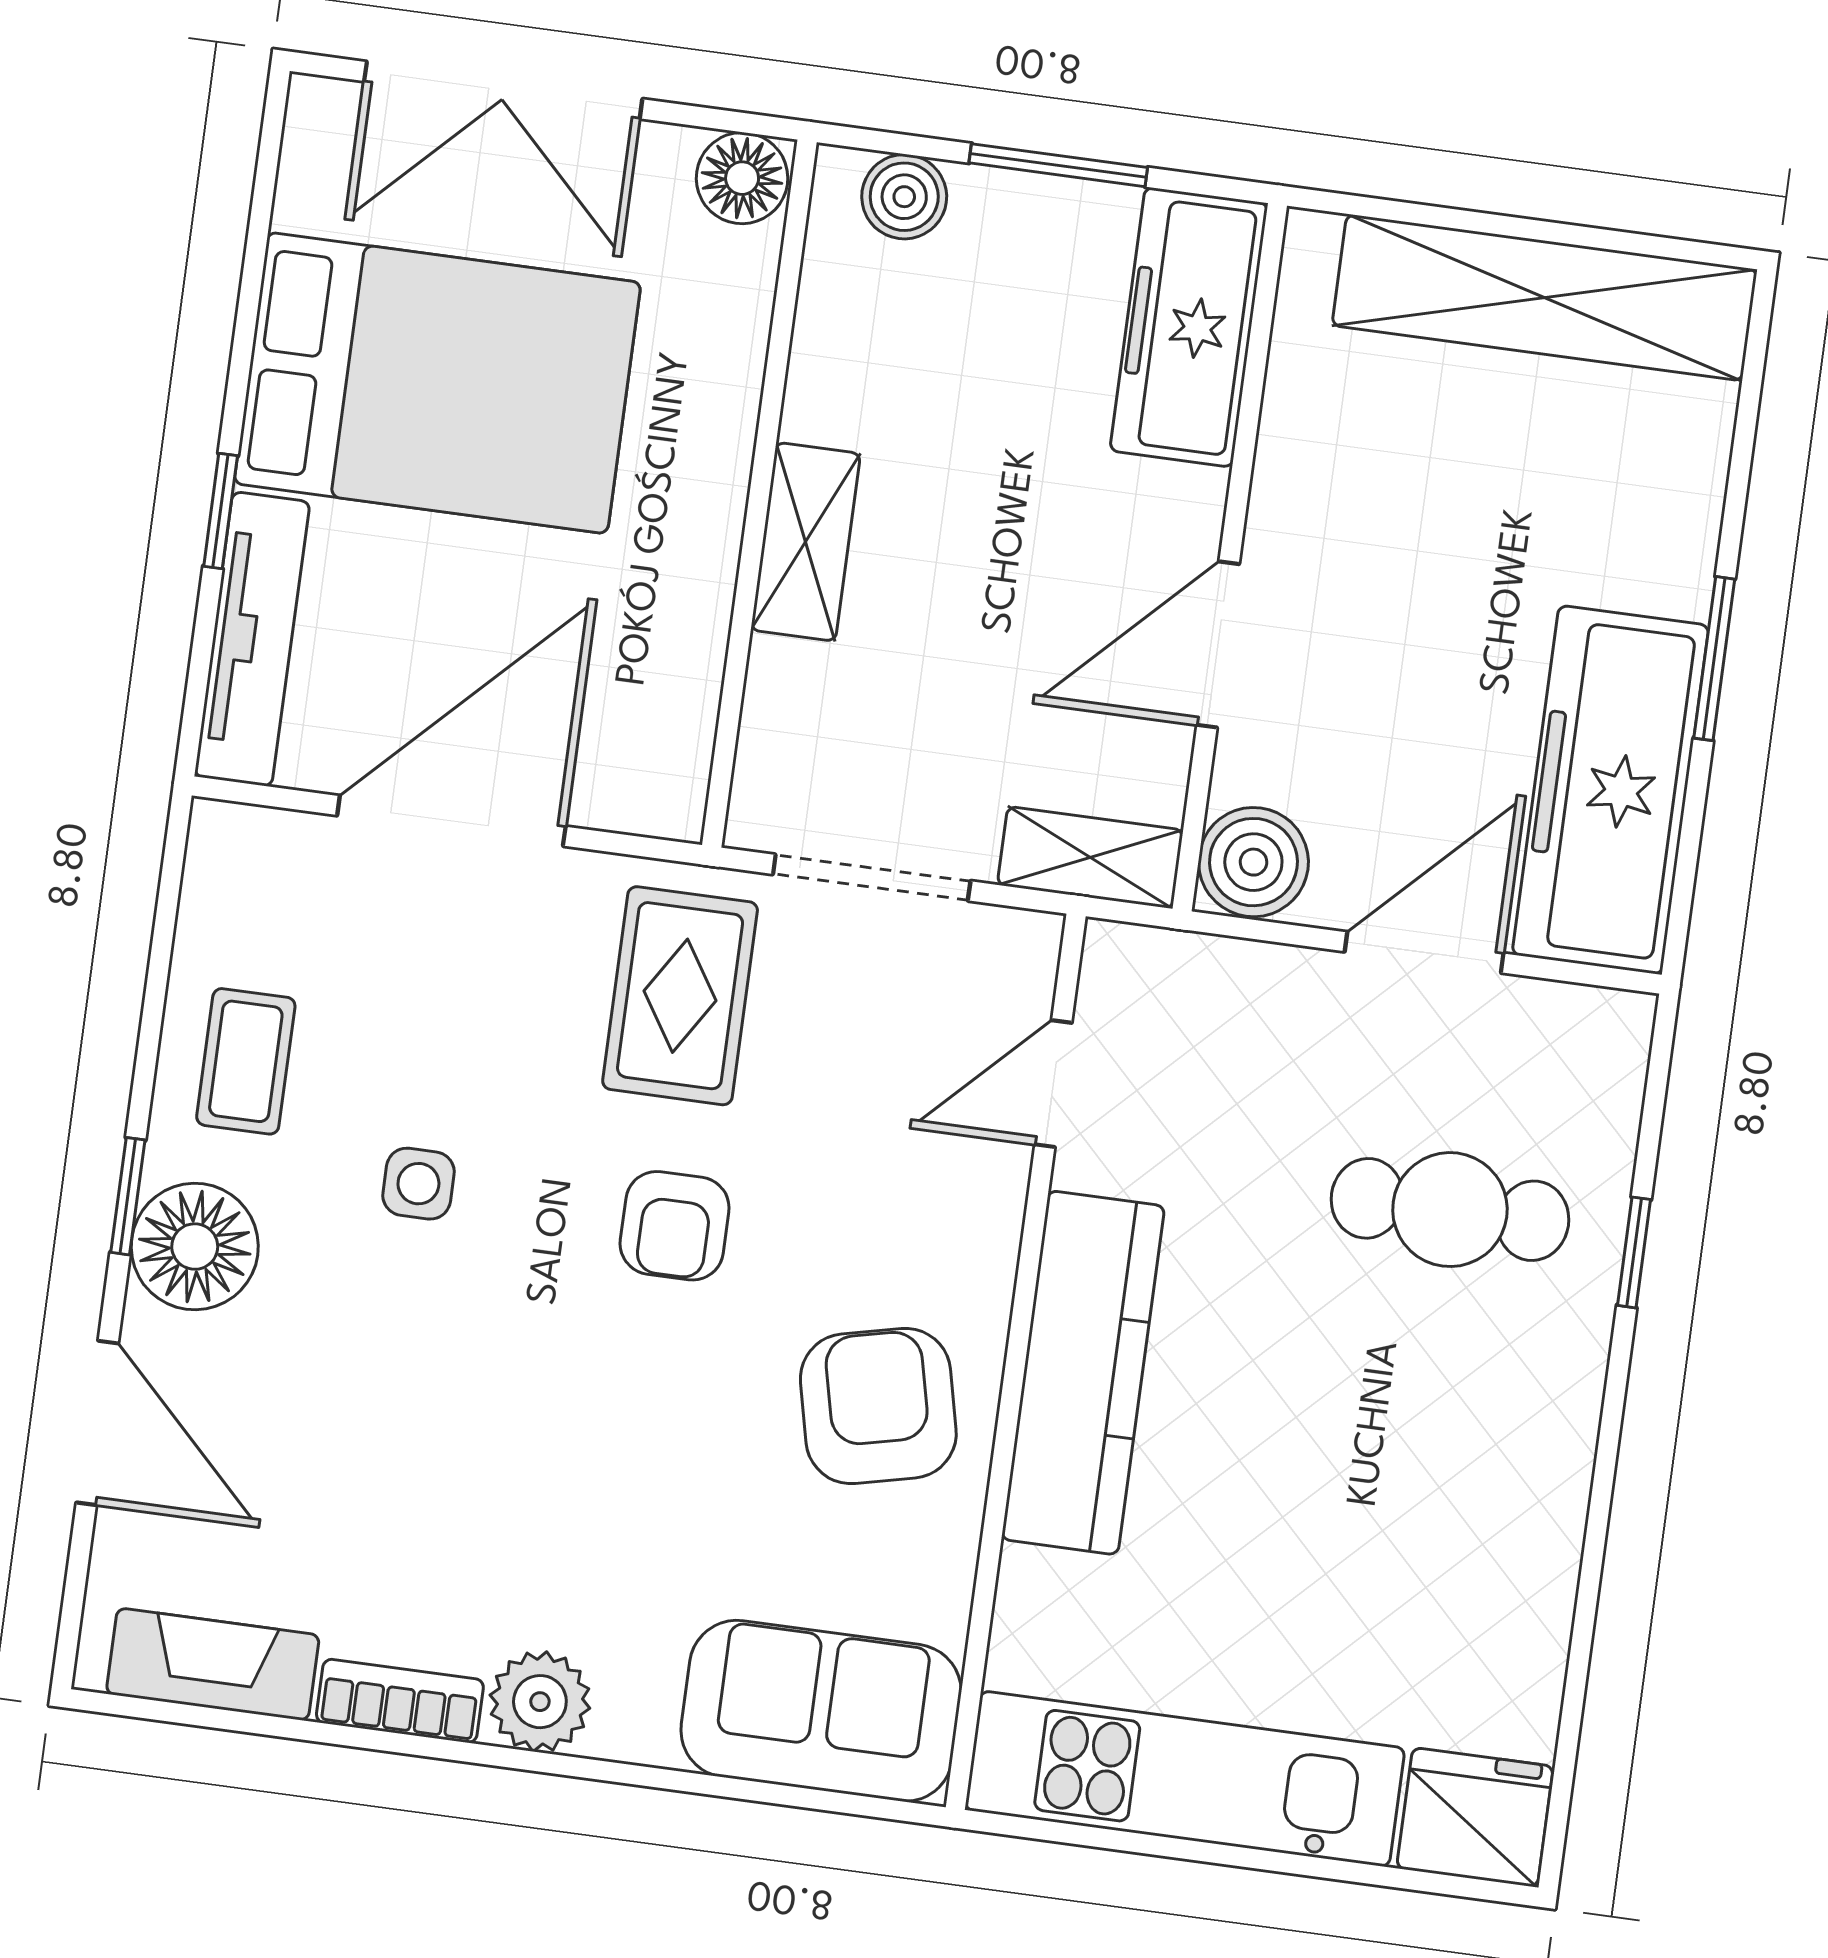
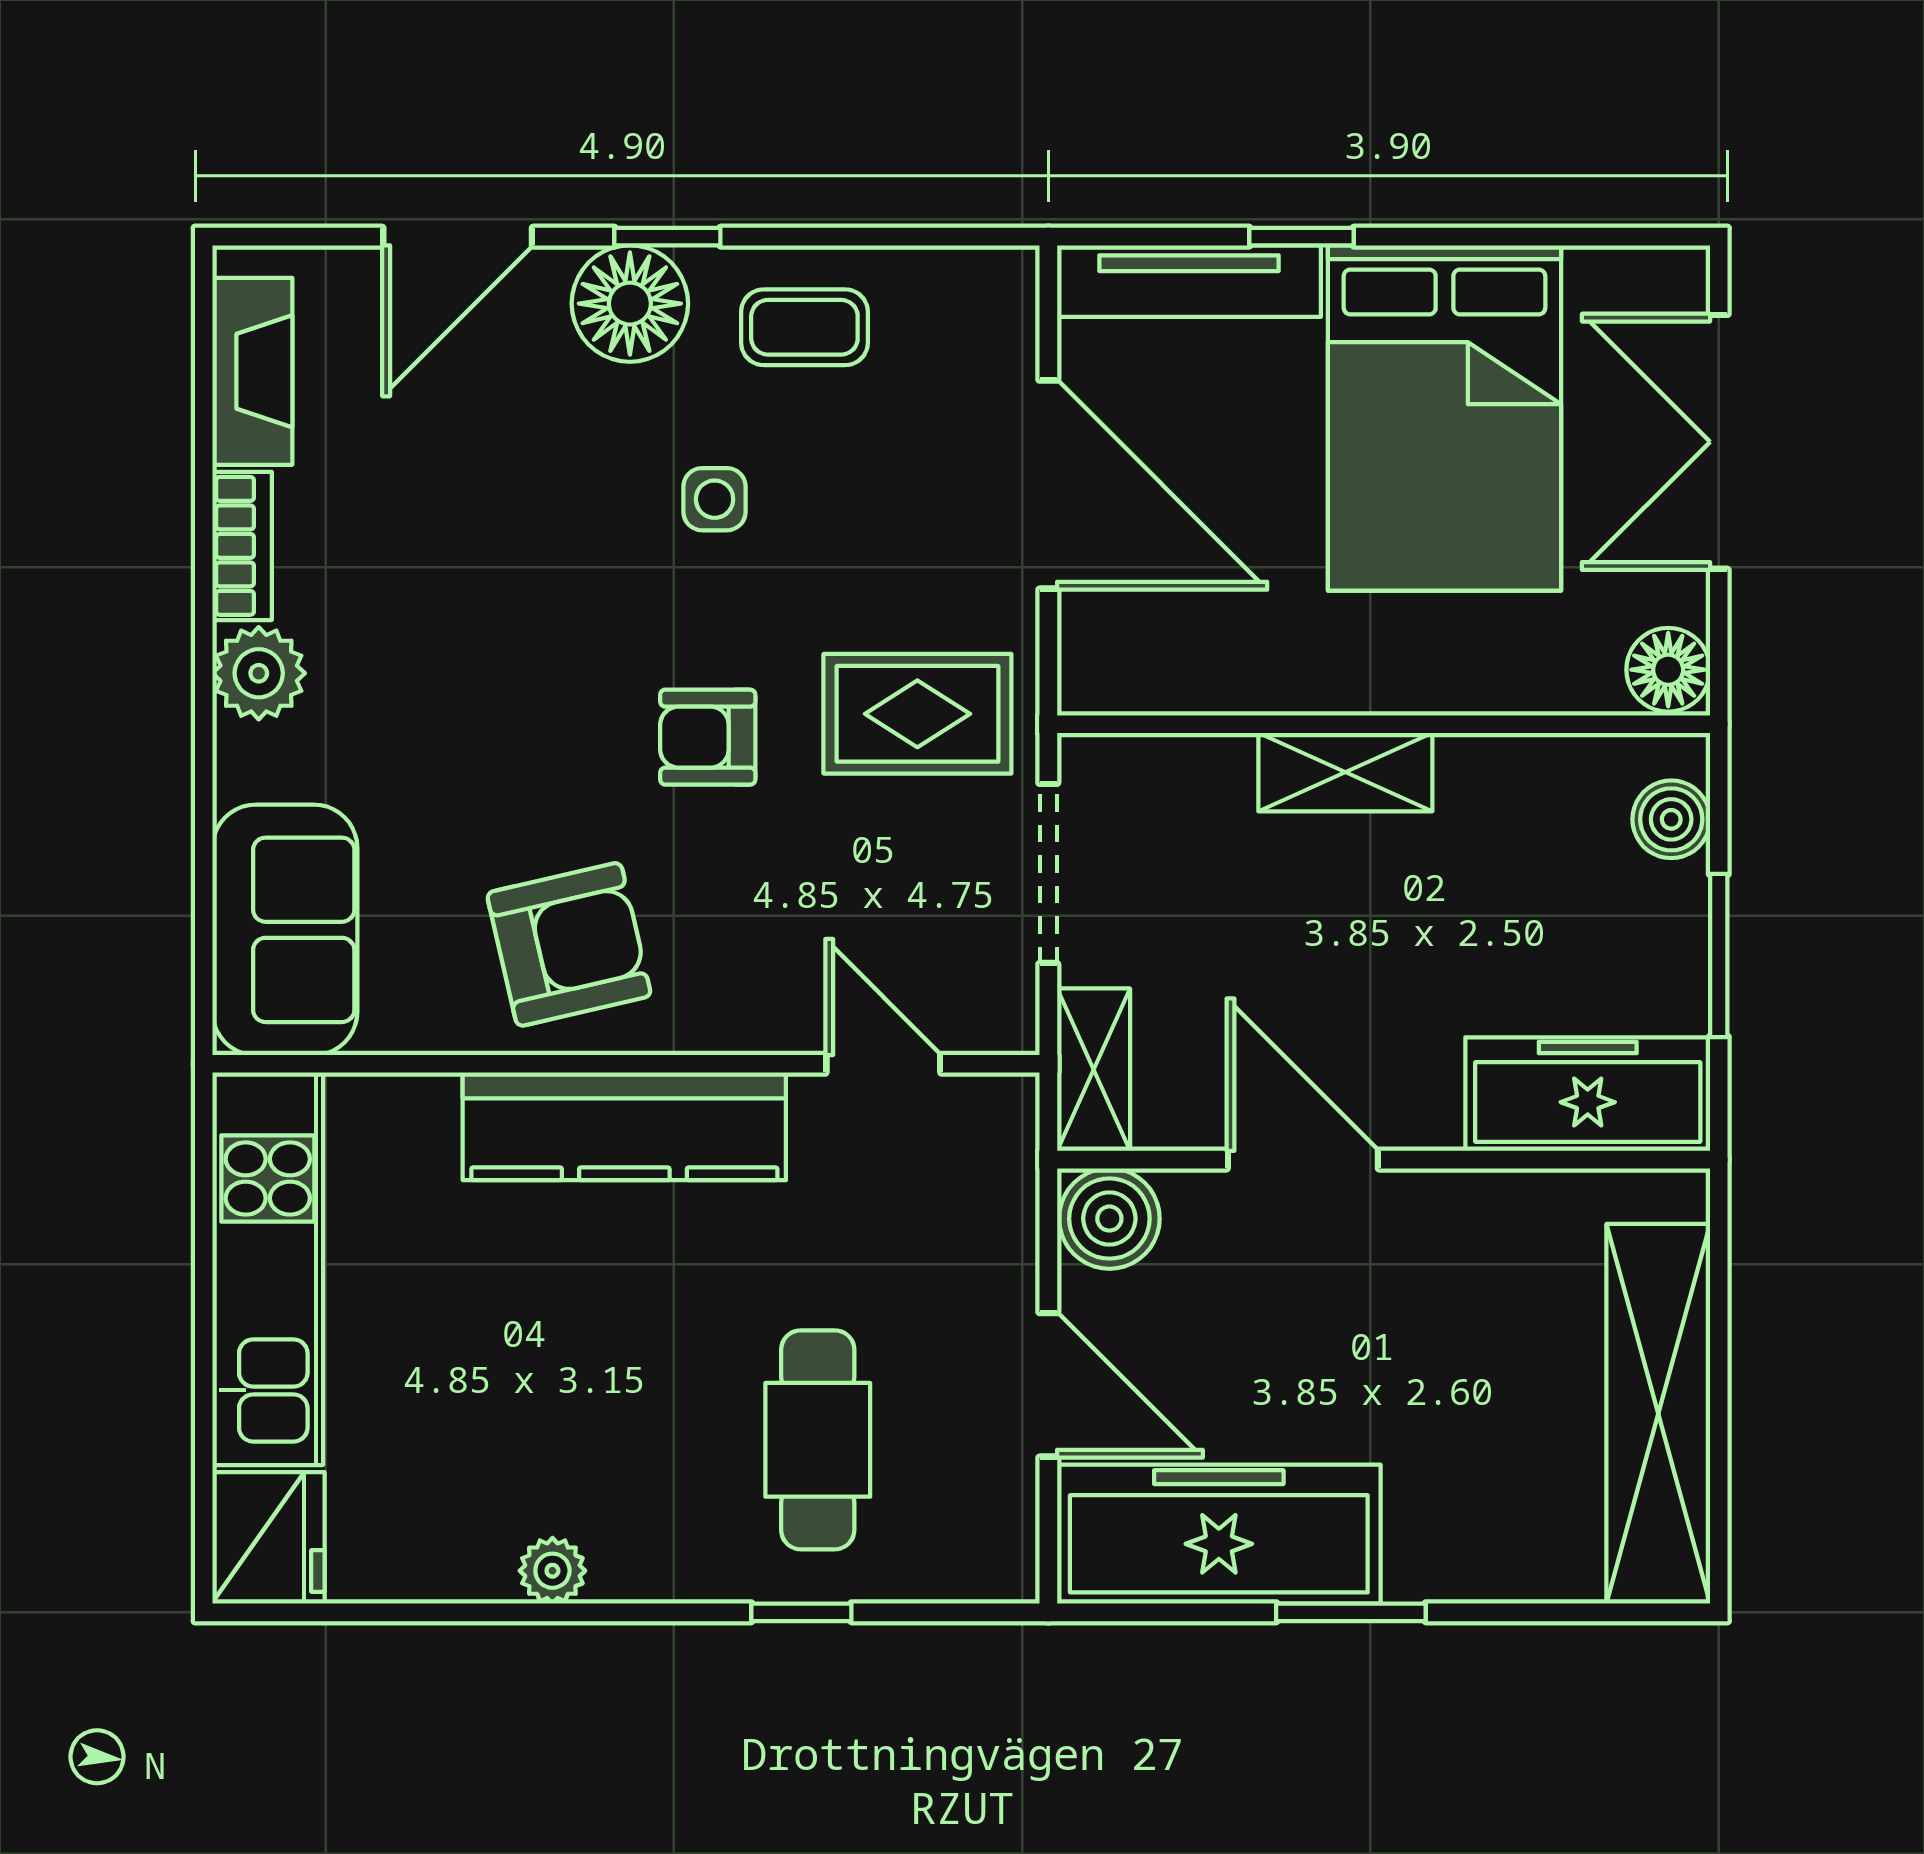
plant: (1553, 1515) -> (552, 1571), added

